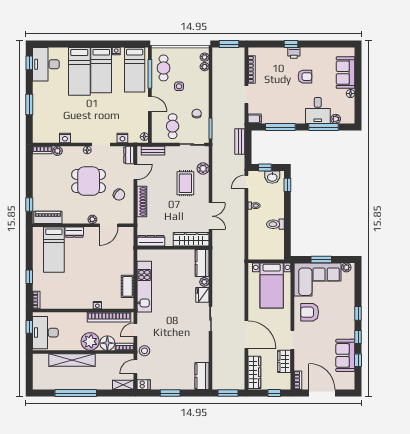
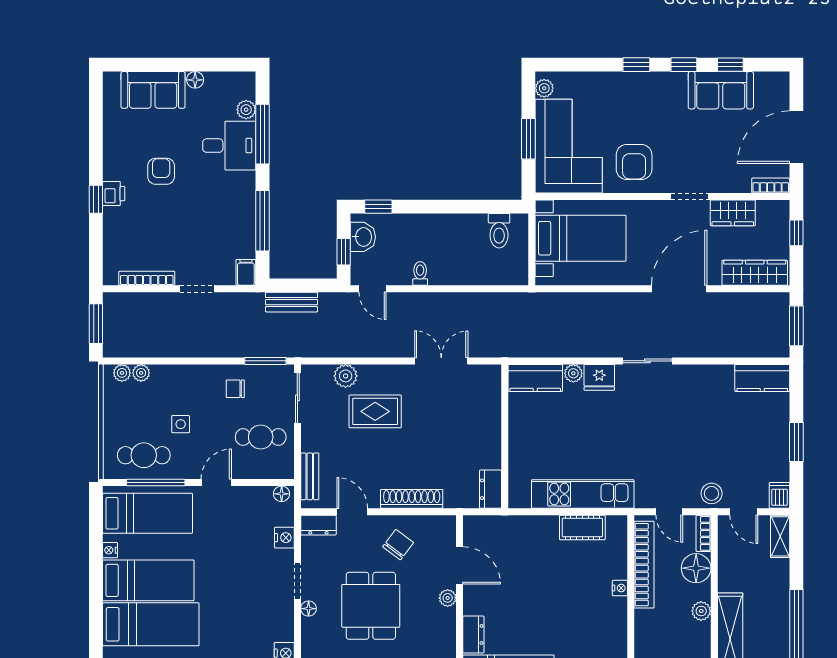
toilet: (275, 224) -> (499, 231), moved
wardrobe: (191, 239) -> (488, 400), removed
dresser: (151, 241) -> (490, 489), width x0.70
plant: (90, 341) -> (701, 611), width x0.53, depth x0.53

